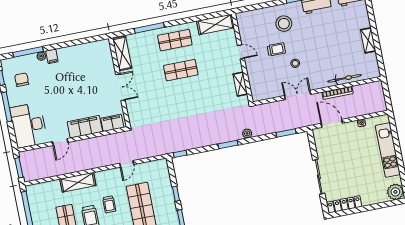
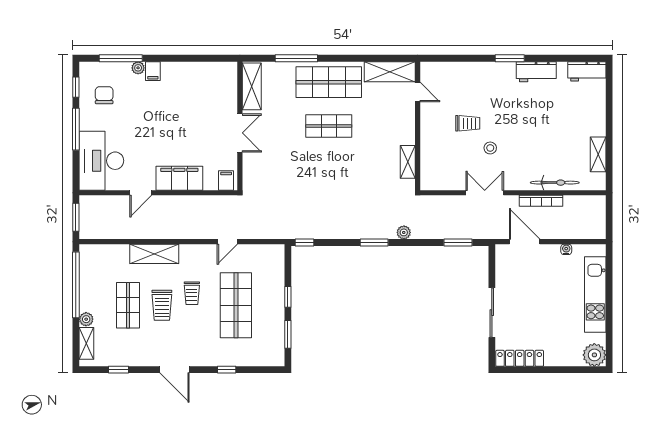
stool: (284, 24) -> (485, 89), removed
shop shelf: (175, 40) -> (329, 82), width x1.43, depth x1.36
shelving: (368, 40) -> (598, 154), moved
door: (241, 52) -> (418, 92), moved
filing cabinet: (112, 123) -> (226, 180), width x0.50

